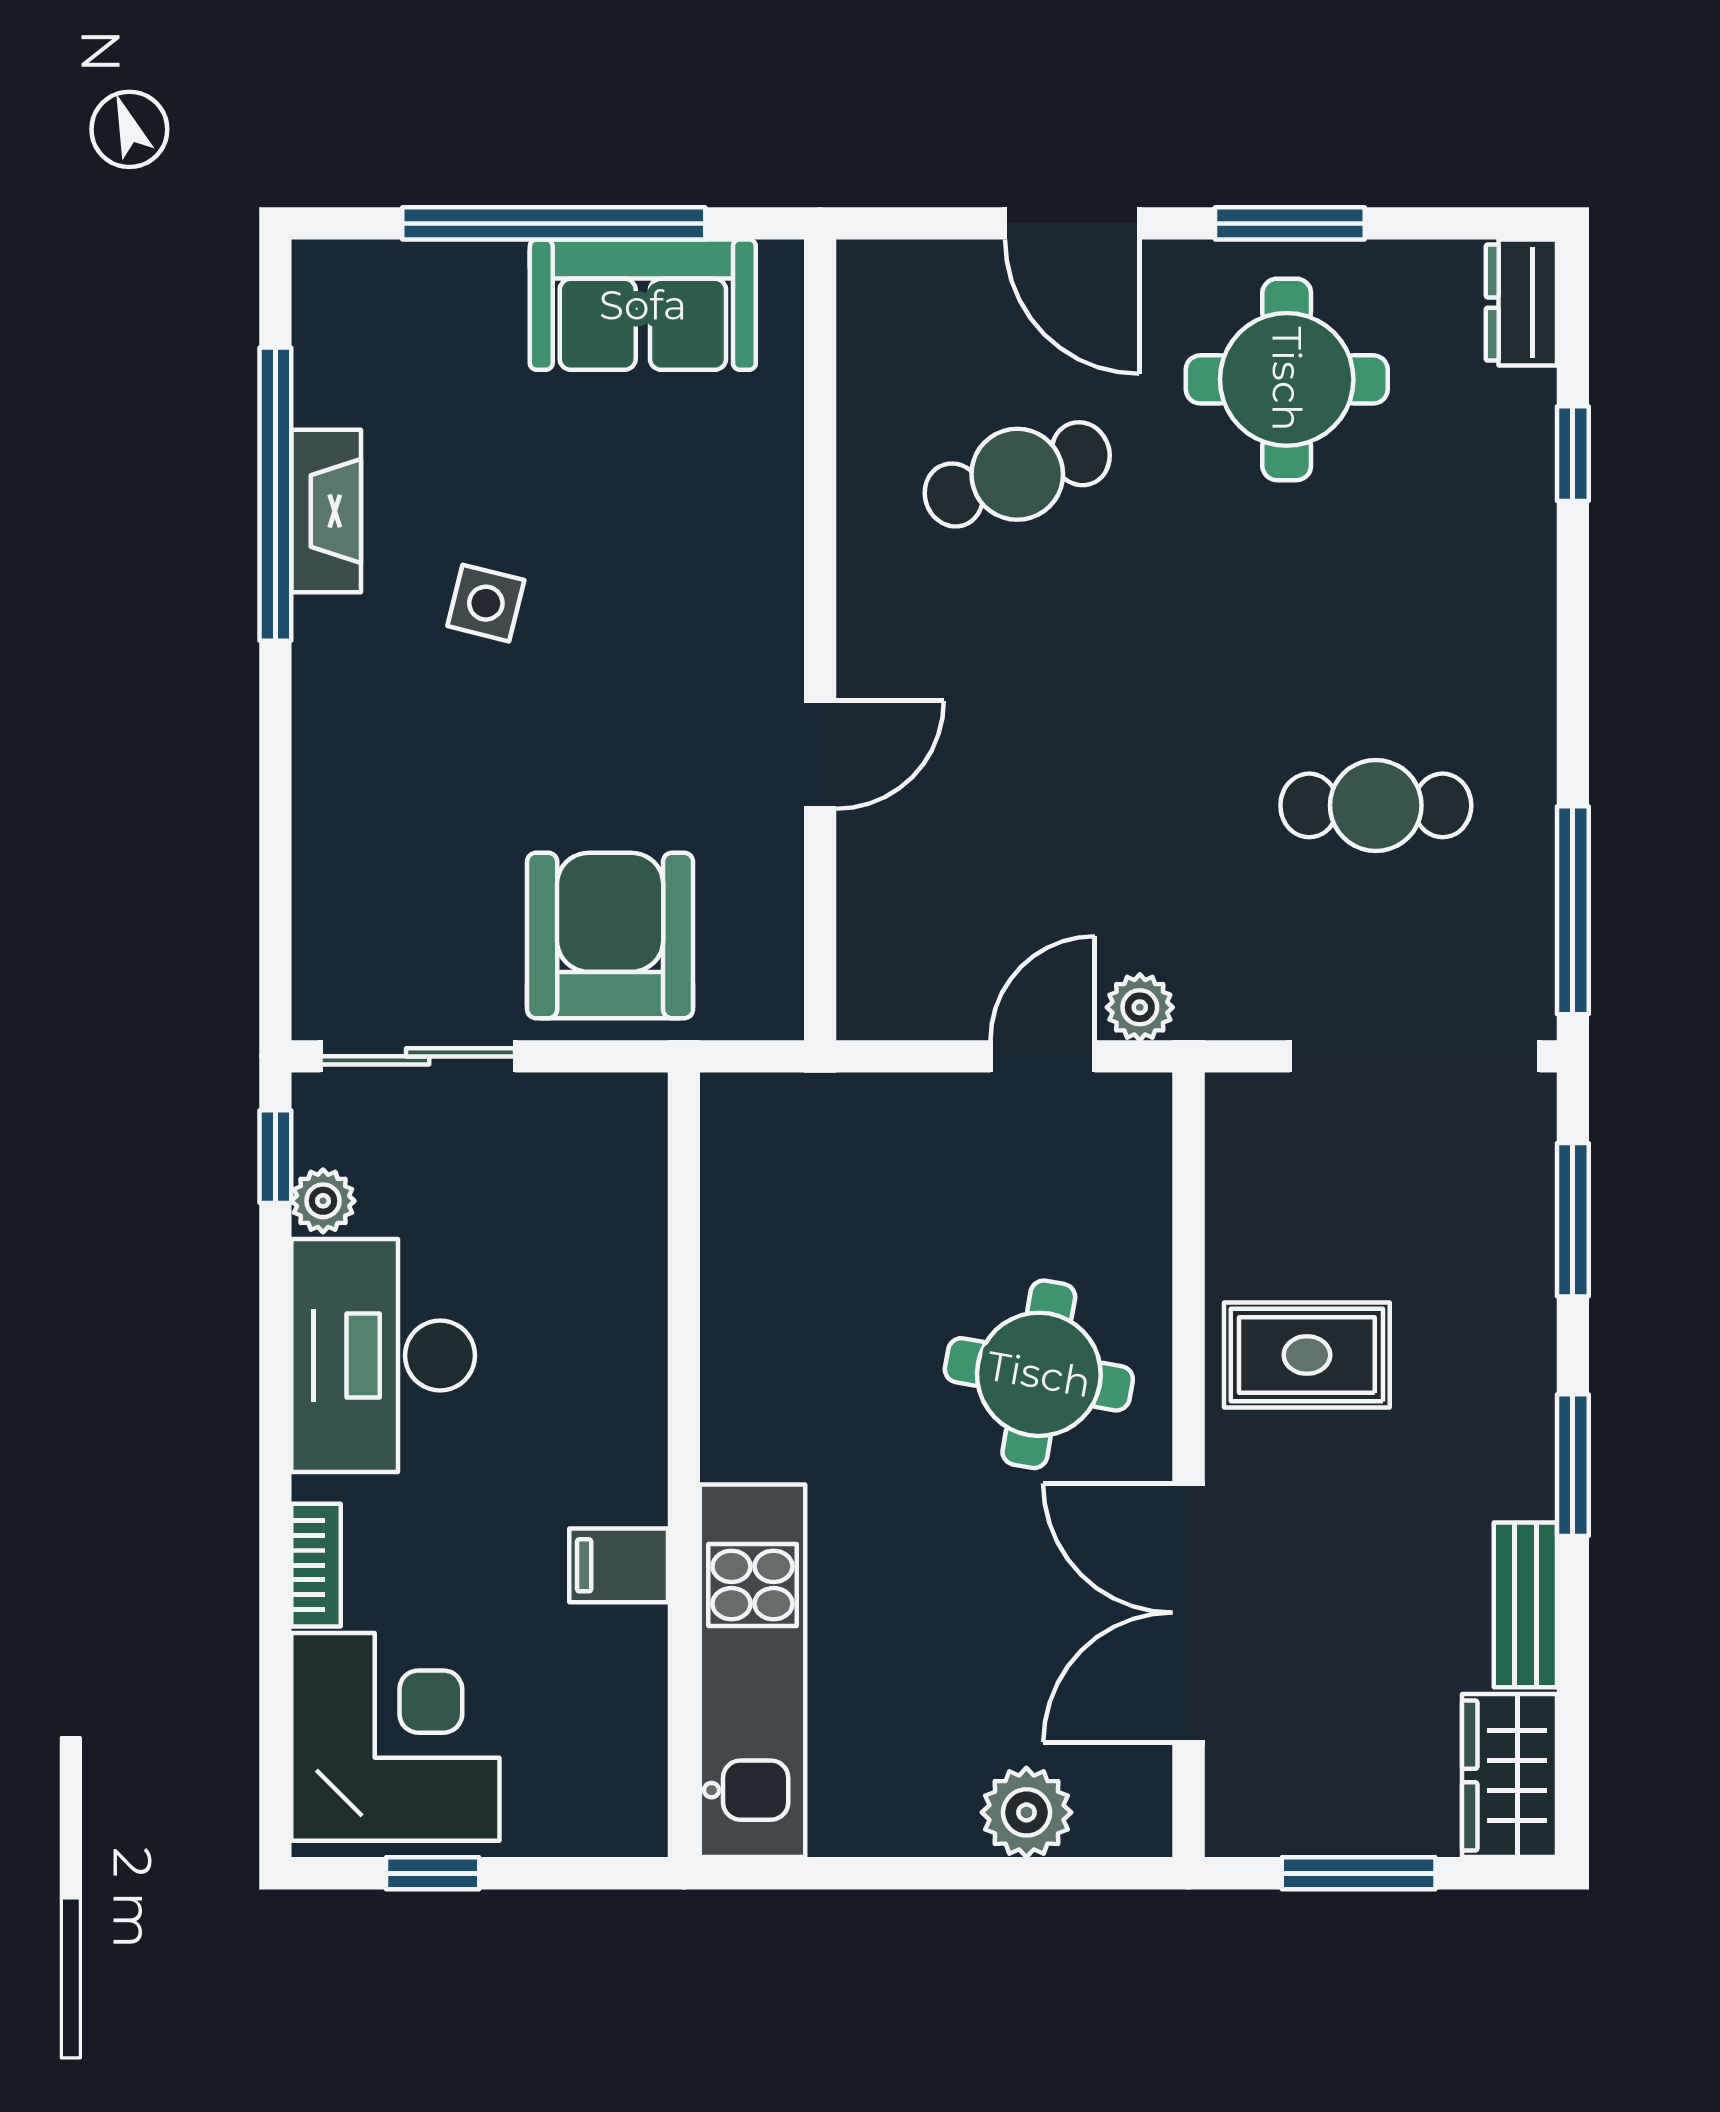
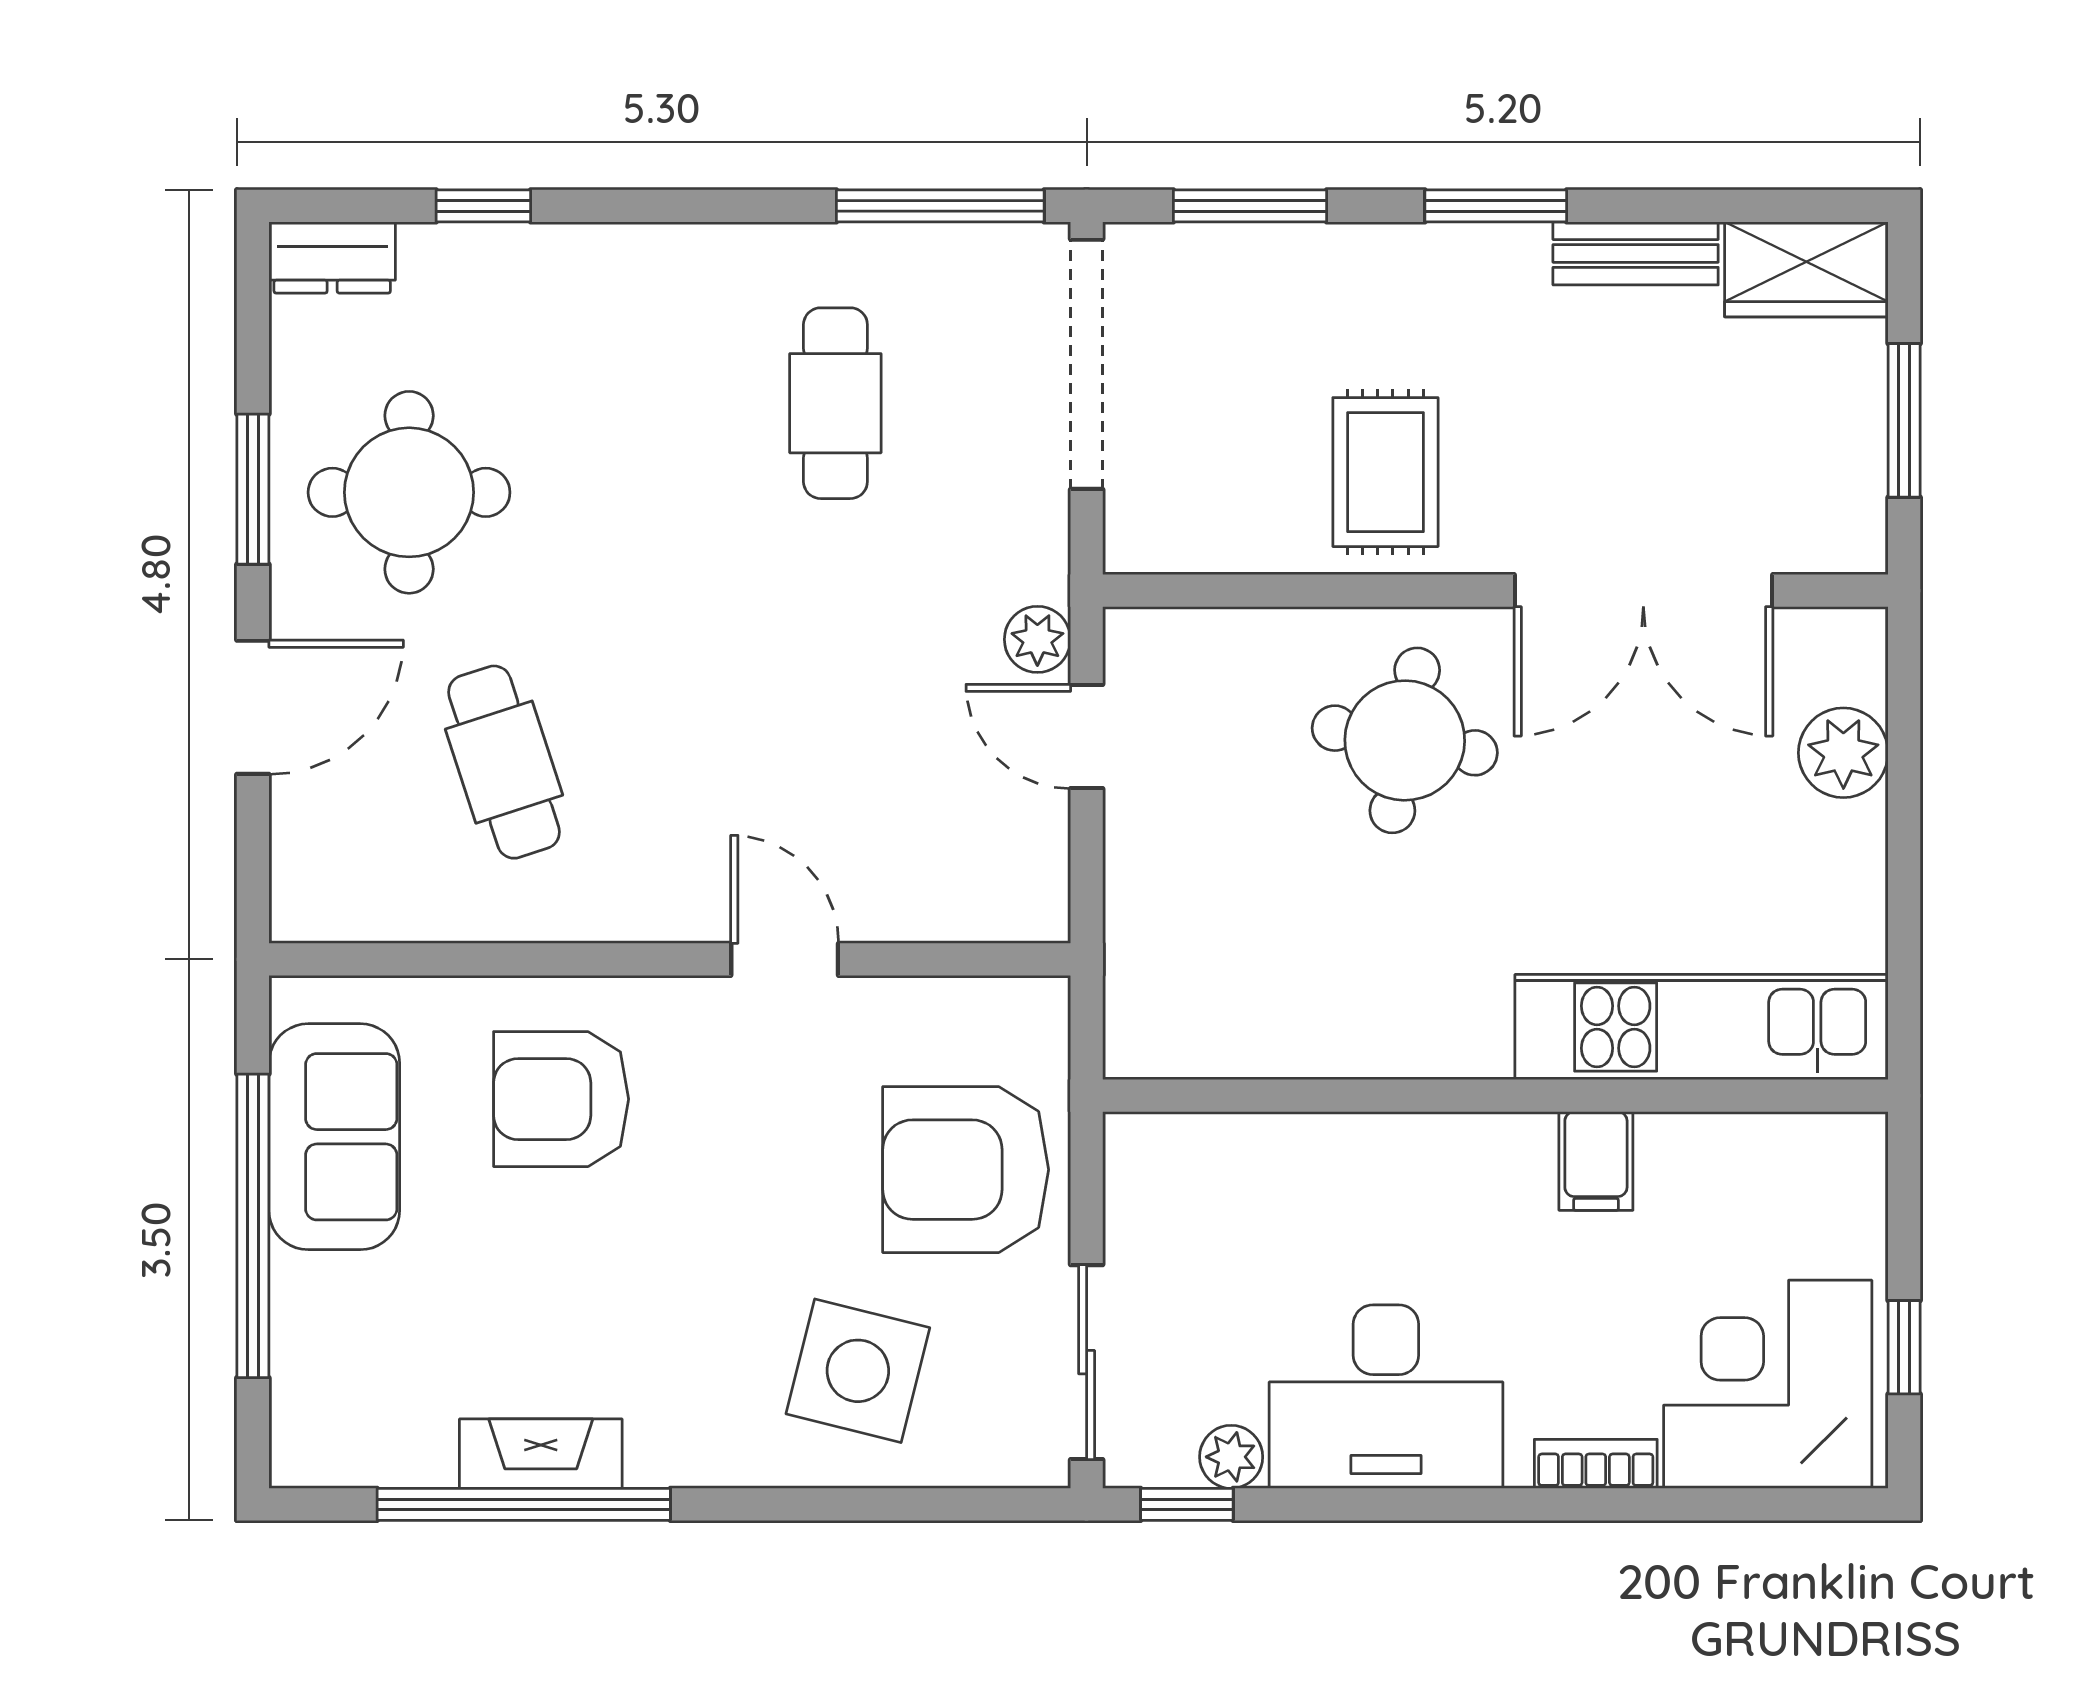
armchair: (680, 531) -> (561, 1099), added
side table: (486, 603) -> (858, 1371), moved, width x1.87, depth x1.87

